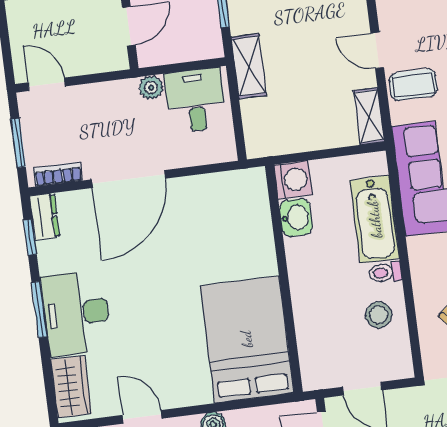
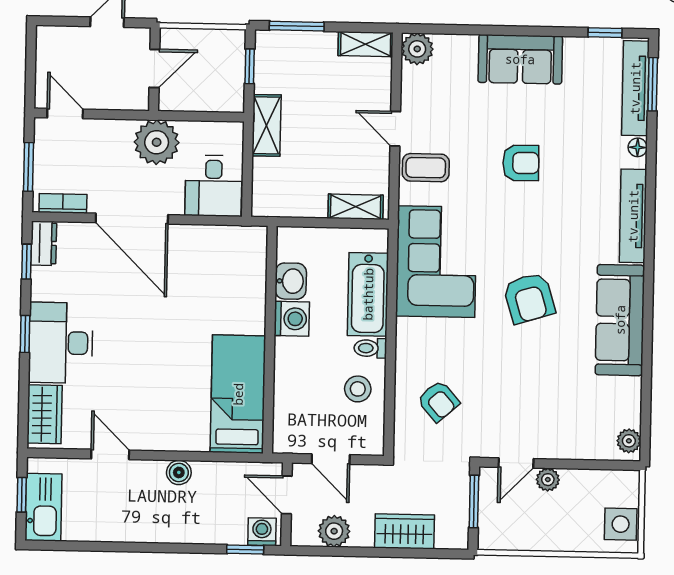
plant: (151, 88) -> (157, 142), width x1.88, depth x1.88
desk: (196, 100) -> (214, 186), moved, turned 180
shelving: (369, 116) -> (356, 207), moved, turned 90
door: (129, 179) -> (132, 219), hinge flipped
washing machine: (293, 180) -> (292, 319), moved
window: (39, 310) -> (25, 334), width x0.67
bed: (247, 339) -> (238, 394), width x0.67

